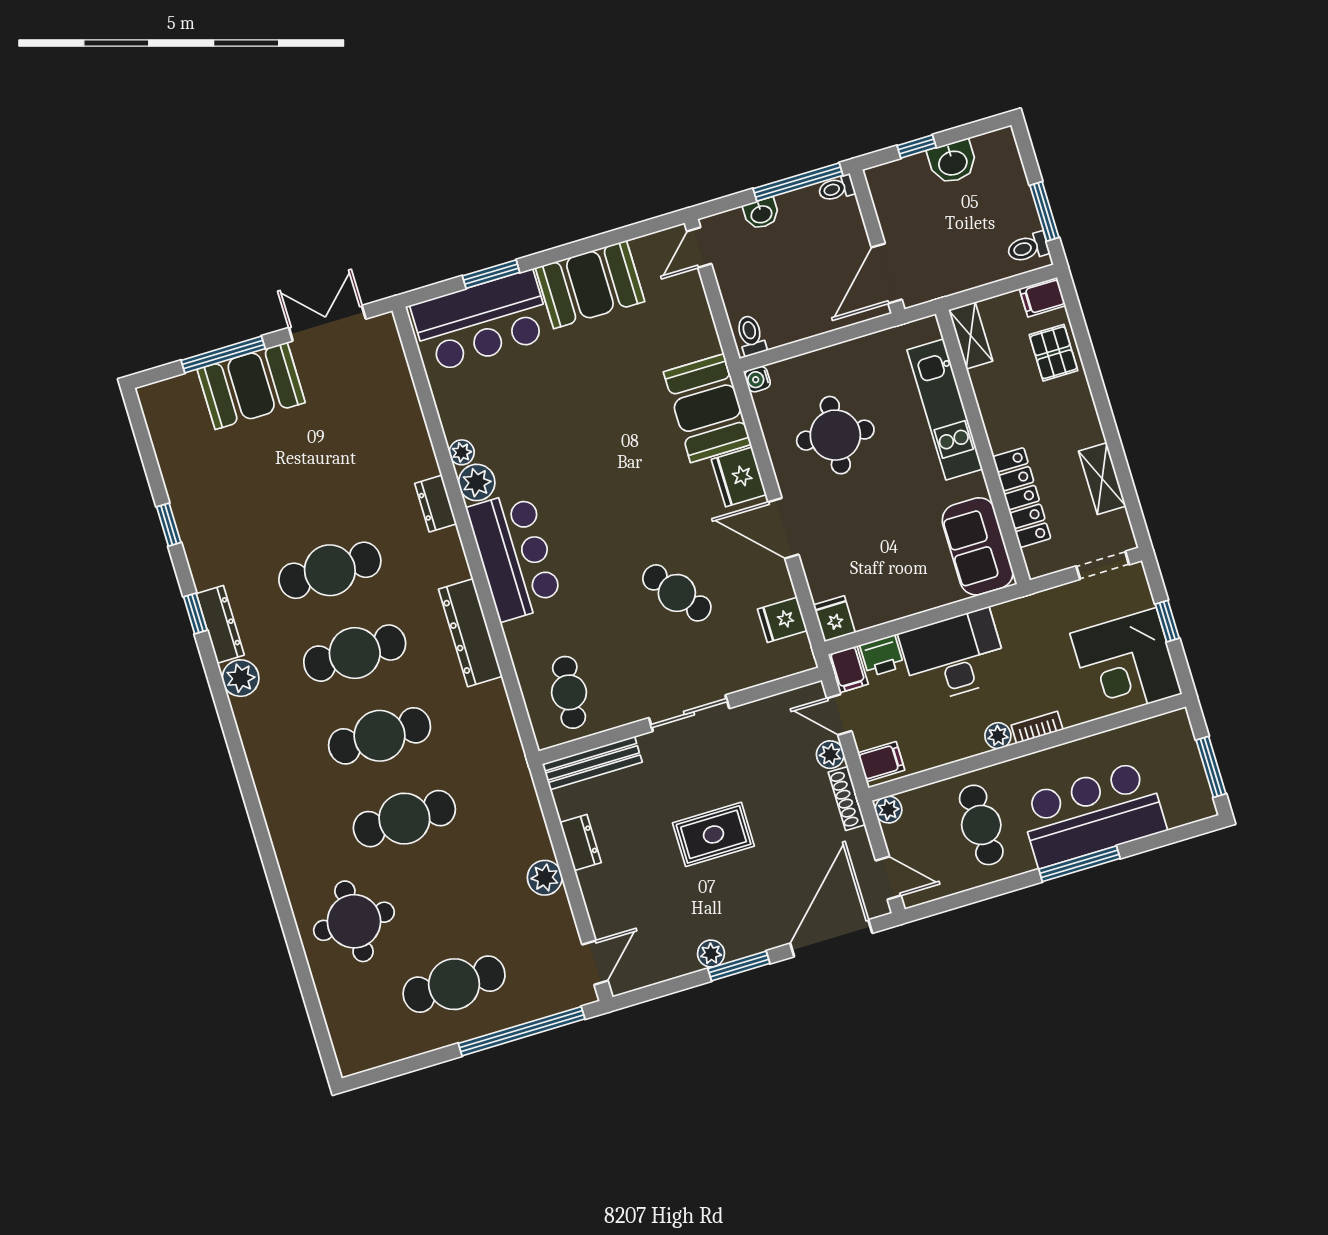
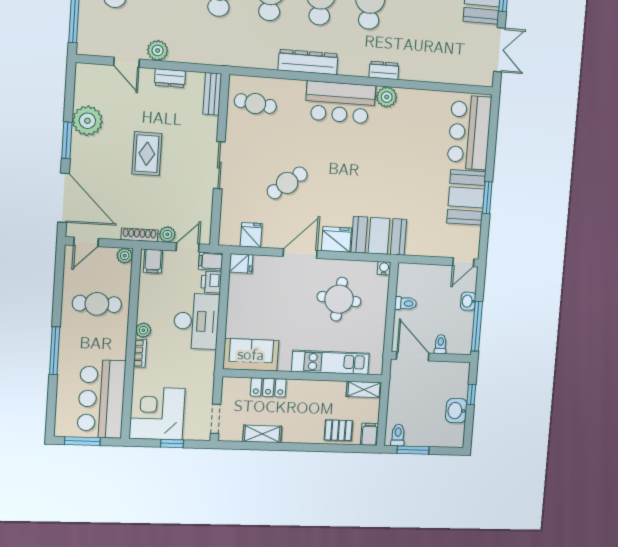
toilet: (836, 188) -> (441, 344), moved
door: (699, 248) -> (463, 262), swing flipped
window: (491, 274) -> (487, 198), moved
toilet: (751, 335) -> (406, 303), moved
plant: (462, 452) -> (406, 95), removed
locker: (1022, 498) -> (268, 387), width x0.66
bench: (592, 763) -> (212, 94), width x0.73
bar counter: (1092, 814) -> (101, 399), moved, turned 180
plant: (711, 954) -> (87, 121), width x1.87, depth x1.87
door: (595, 963) -> (127, 62), moved

